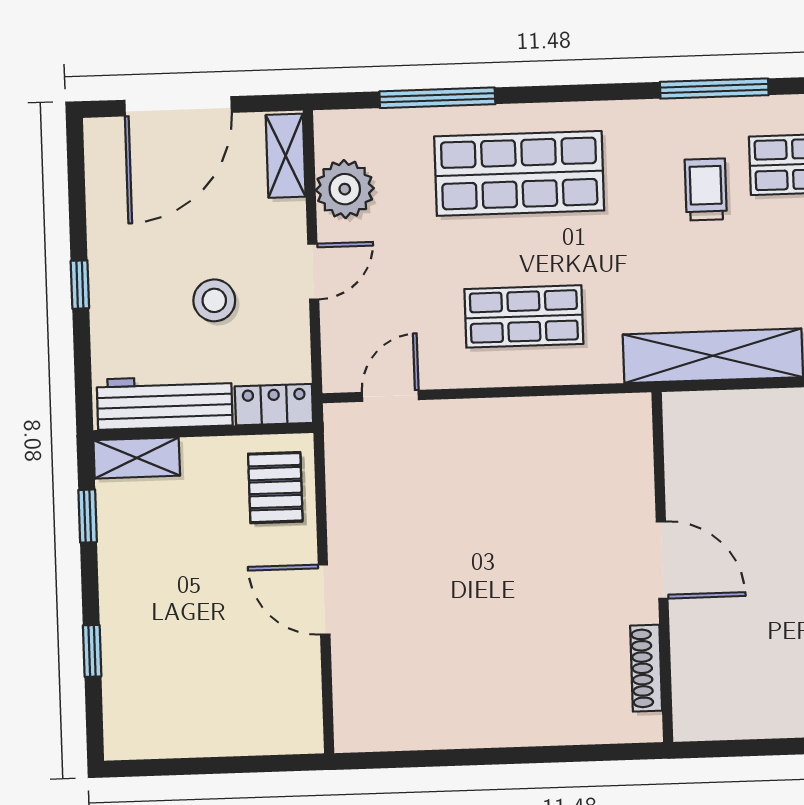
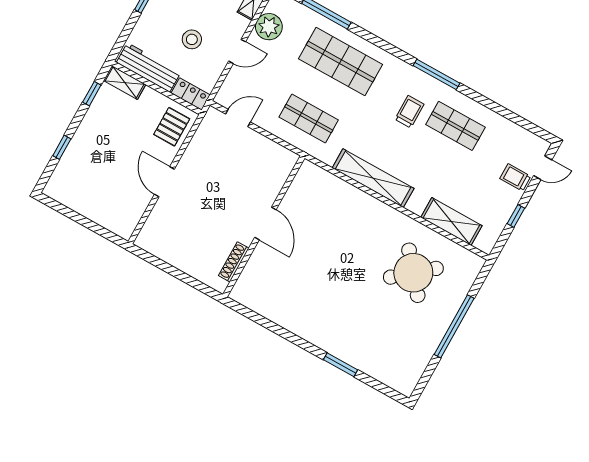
door: (662, 560) -> (265, 224), moved
wall: (662, 567) -> (264, 226), moved
shoe rack: (646, 668) -> (234, 262), moved

